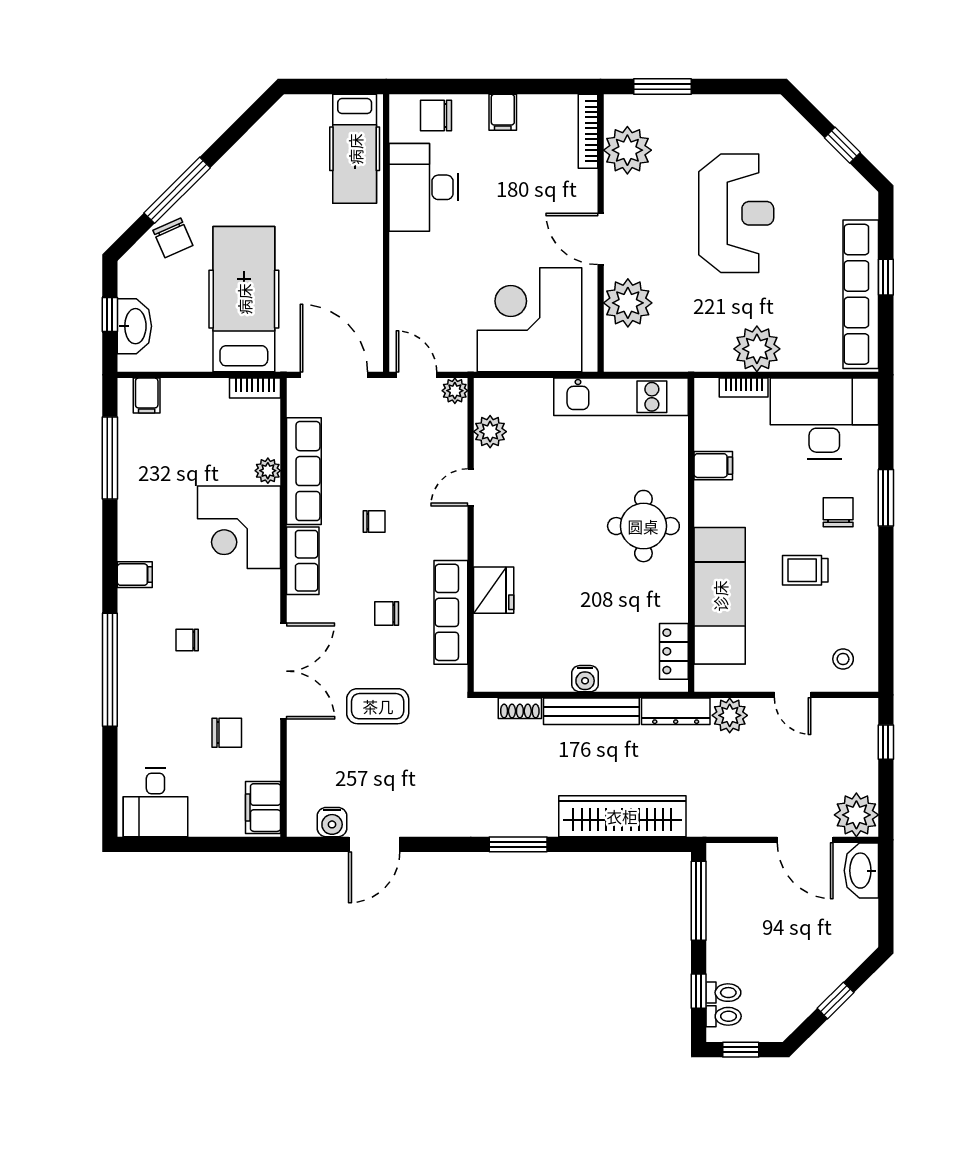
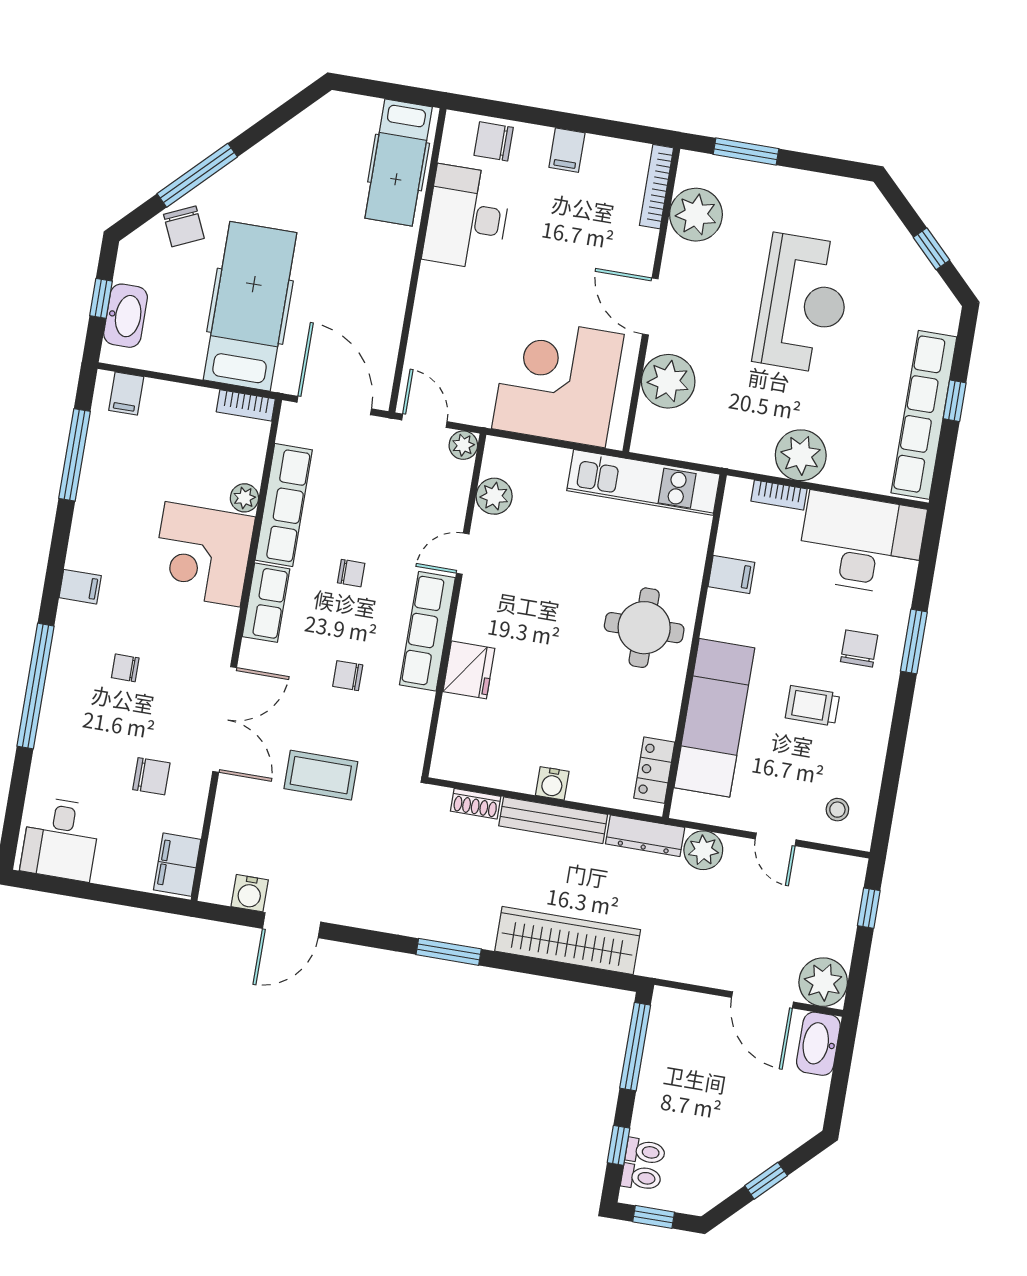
row of seats: (451, 612) -> (427, 631), moved

